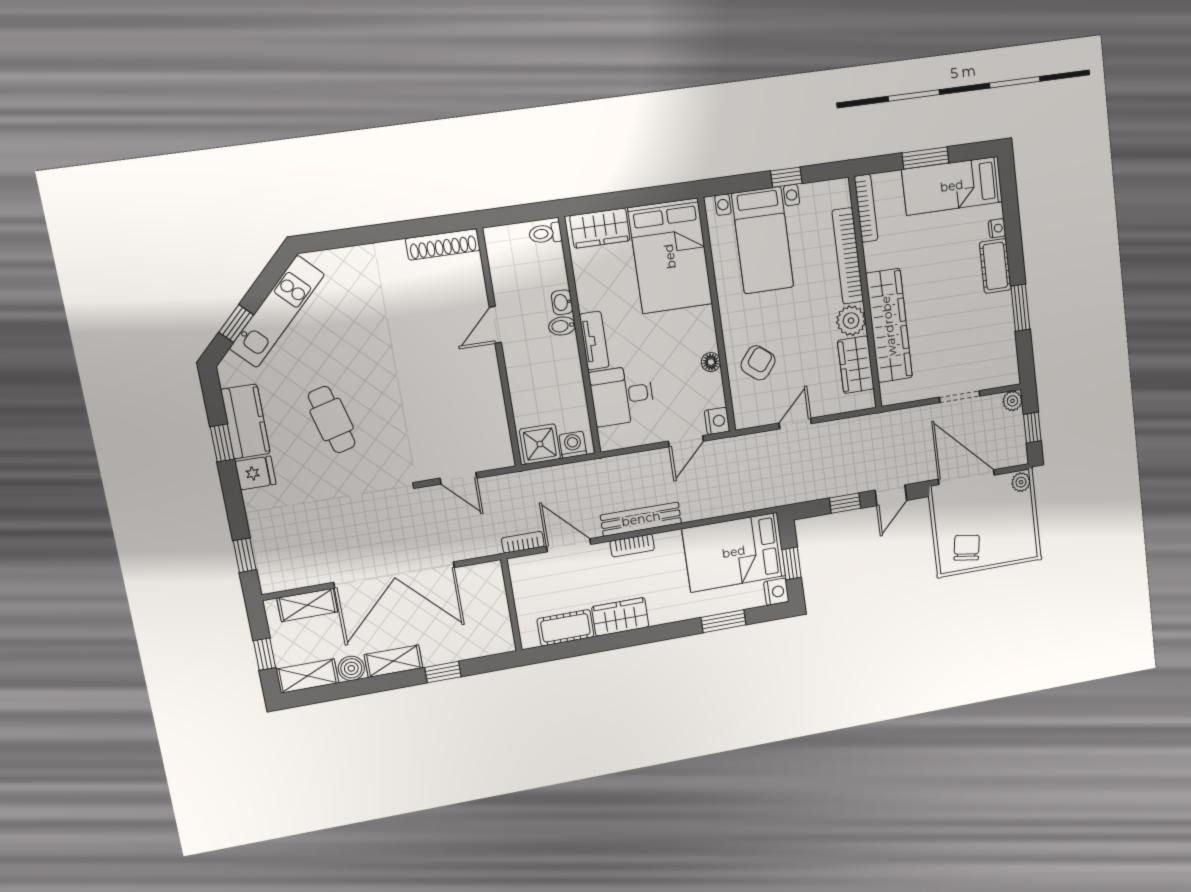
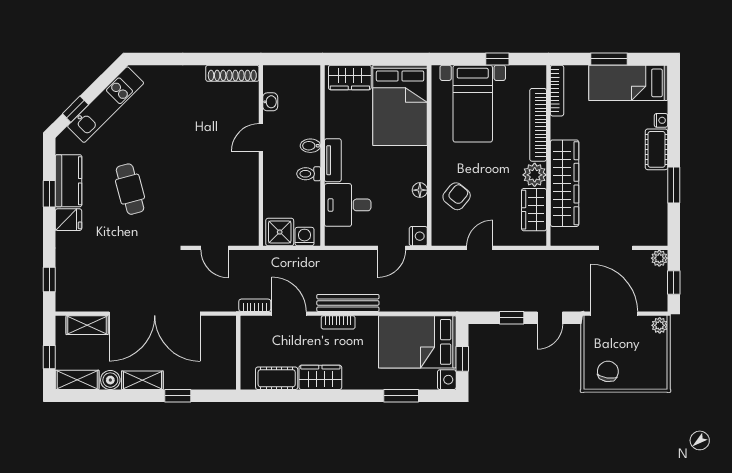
toilet: (545, 233) -> (309, 174), moved
washbasin: (562, 302) -> (270, 102), moved, turned 180

